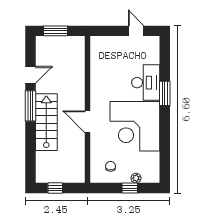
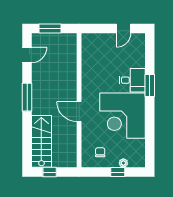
door: (136, 31) -> (124, 28), swing flipped
door: (30, 75) -> (27, 55), moved
desk: (146, 83) -> (132, 80), width x0.73
stairs: (46, 122) -> (41, 141), moved

